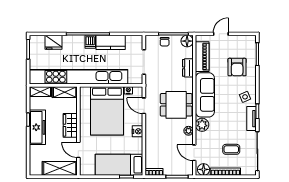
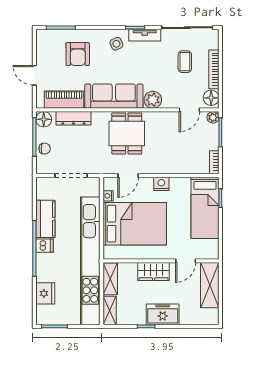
armchair: (237, 67) -> (78, 54), turned 90
dresser: (188, 68) -> (73, 118), width x1.44
freezer: (37, 127) -> (163, 314), width x0.71
plant: (189, 131) -> (213, 117), moved

